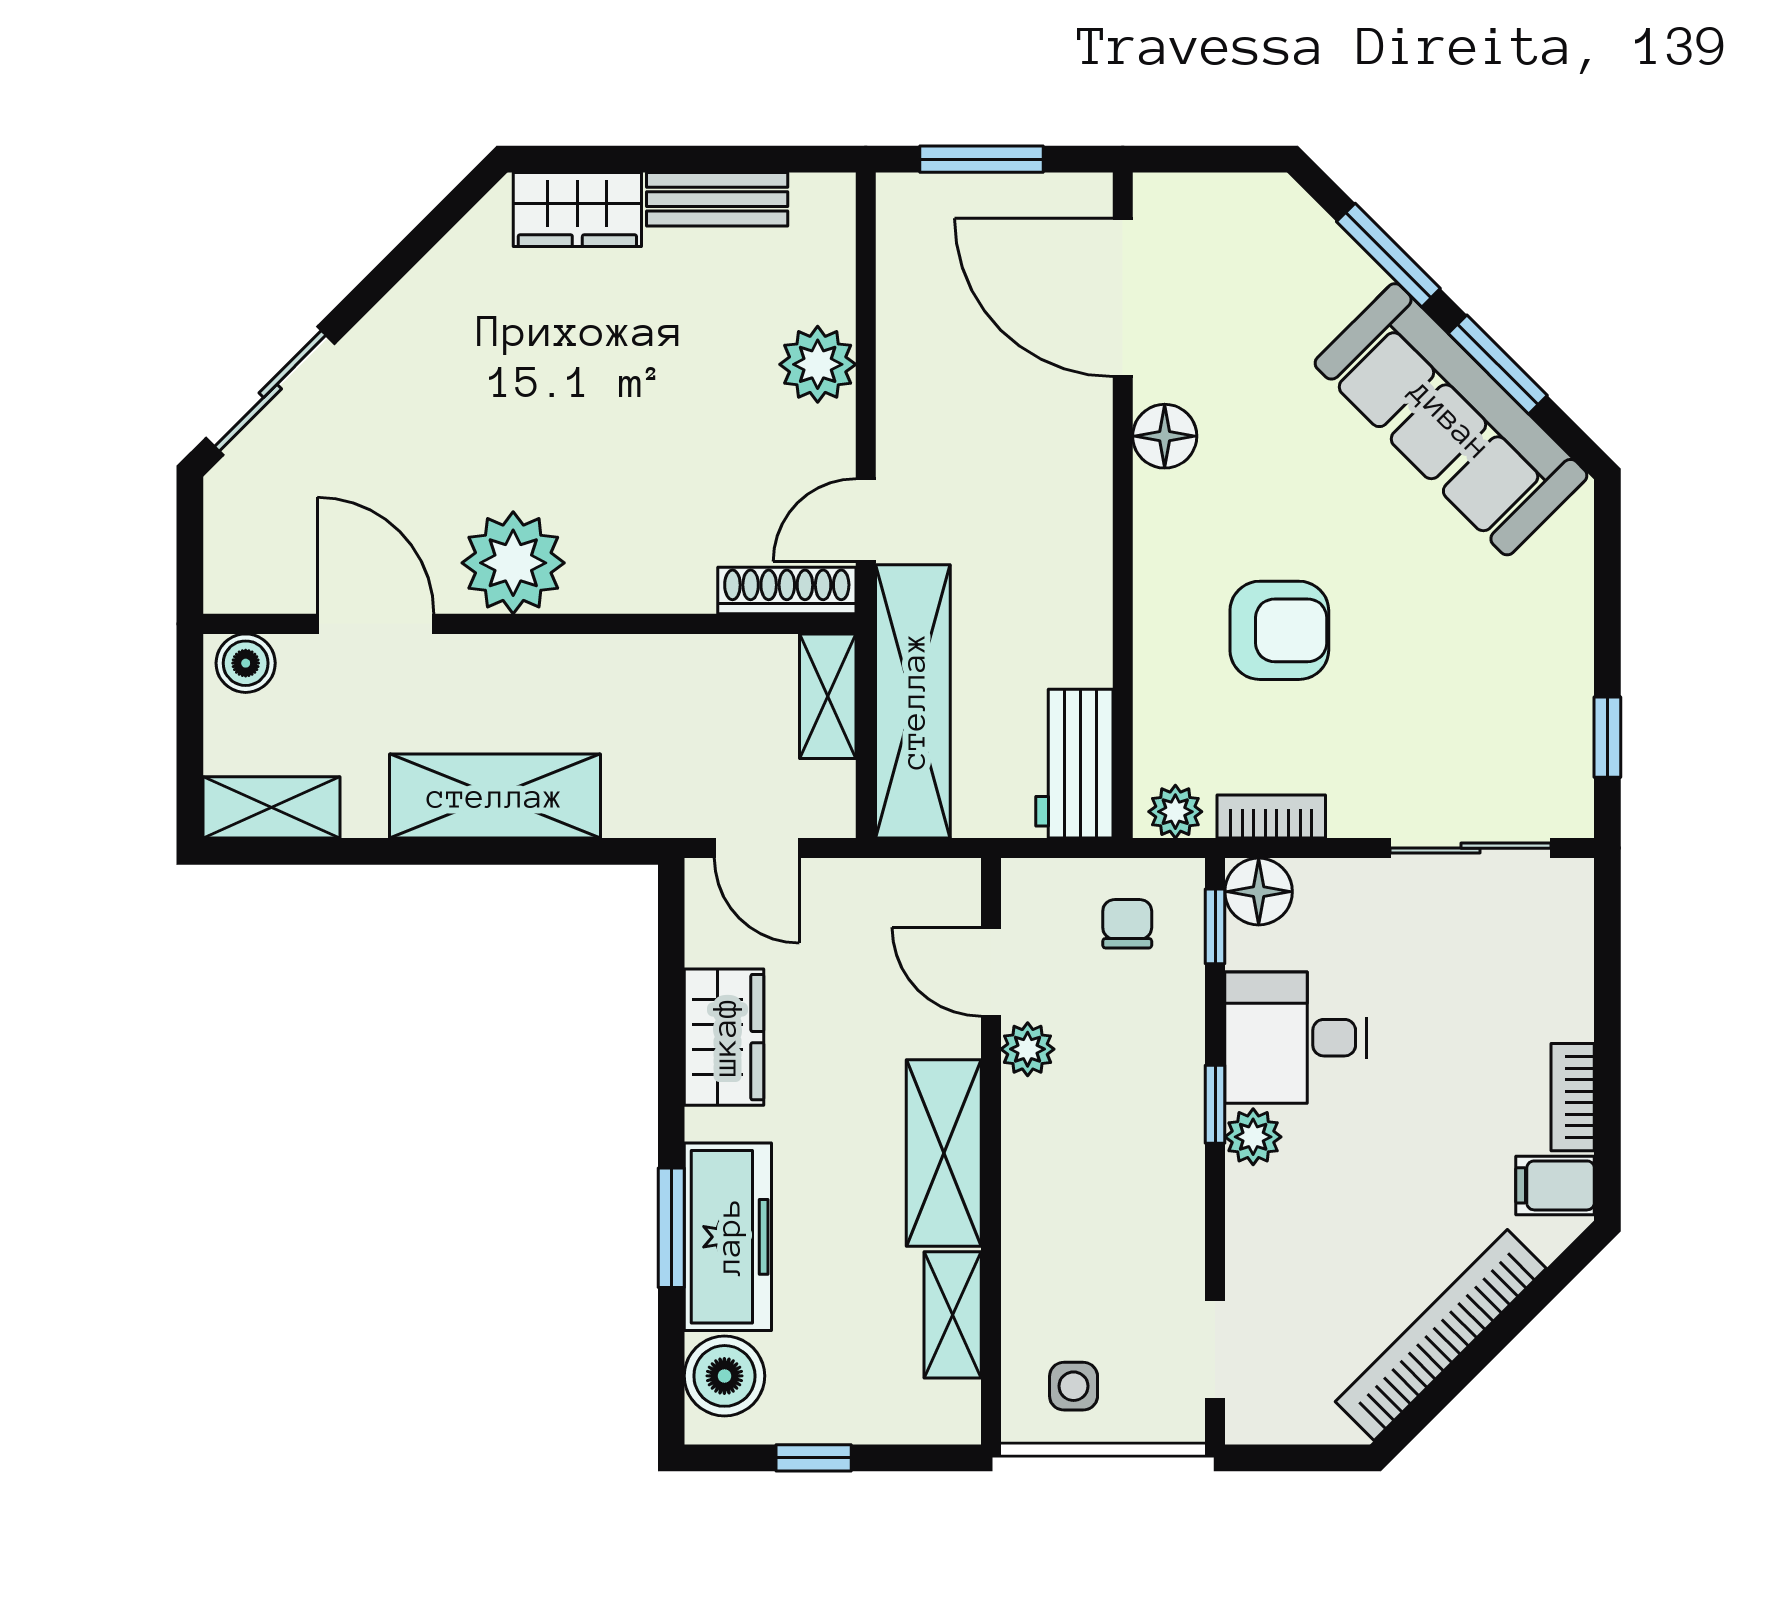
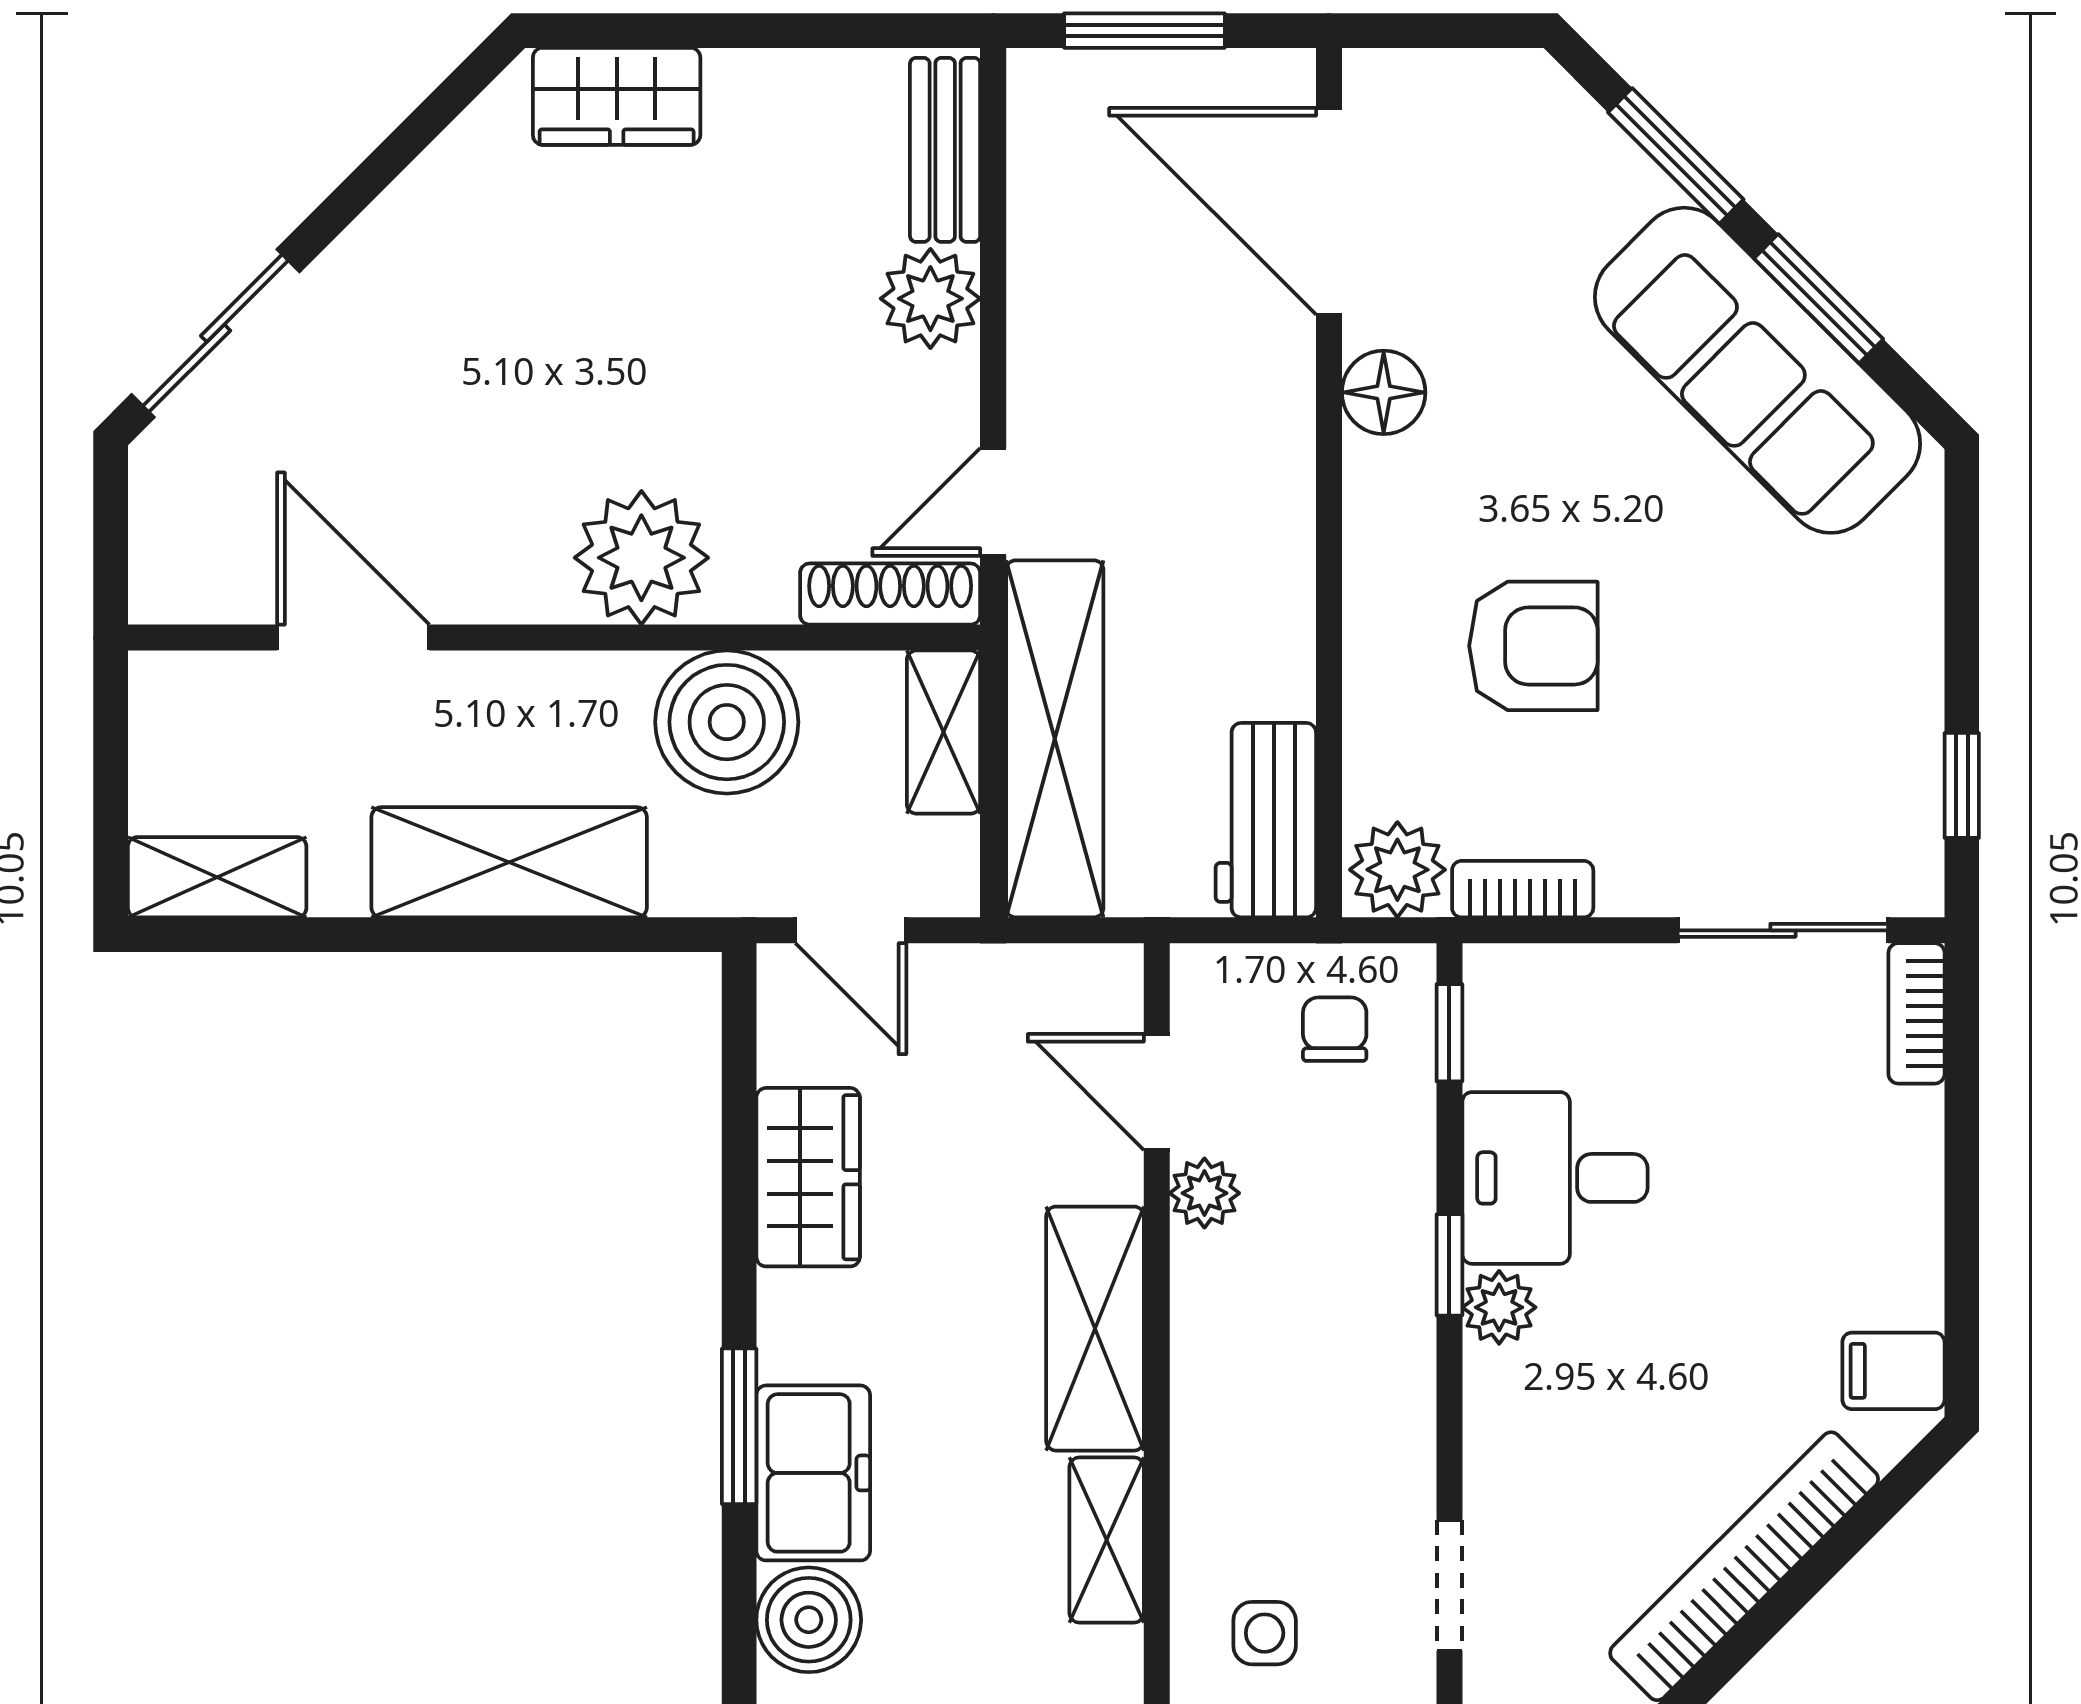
bench: (717, 199) -> (945, 150), moved, turned 90
plant: (513, 563) -> (641, 558), moved
boiler: (246, 663) -> (727, 722), moved, width x1.86, depth x1.86
plant: (1175, 812) -> (1397, 870), width x1.38, depth x1.38
floor lamp: (1259, 892) -> (1506, 987), removed
bookcase: (1573, 1097) -> (1916, 1013), moved
freezer: (728, 1237) -> (813, 1473), width x0.71

